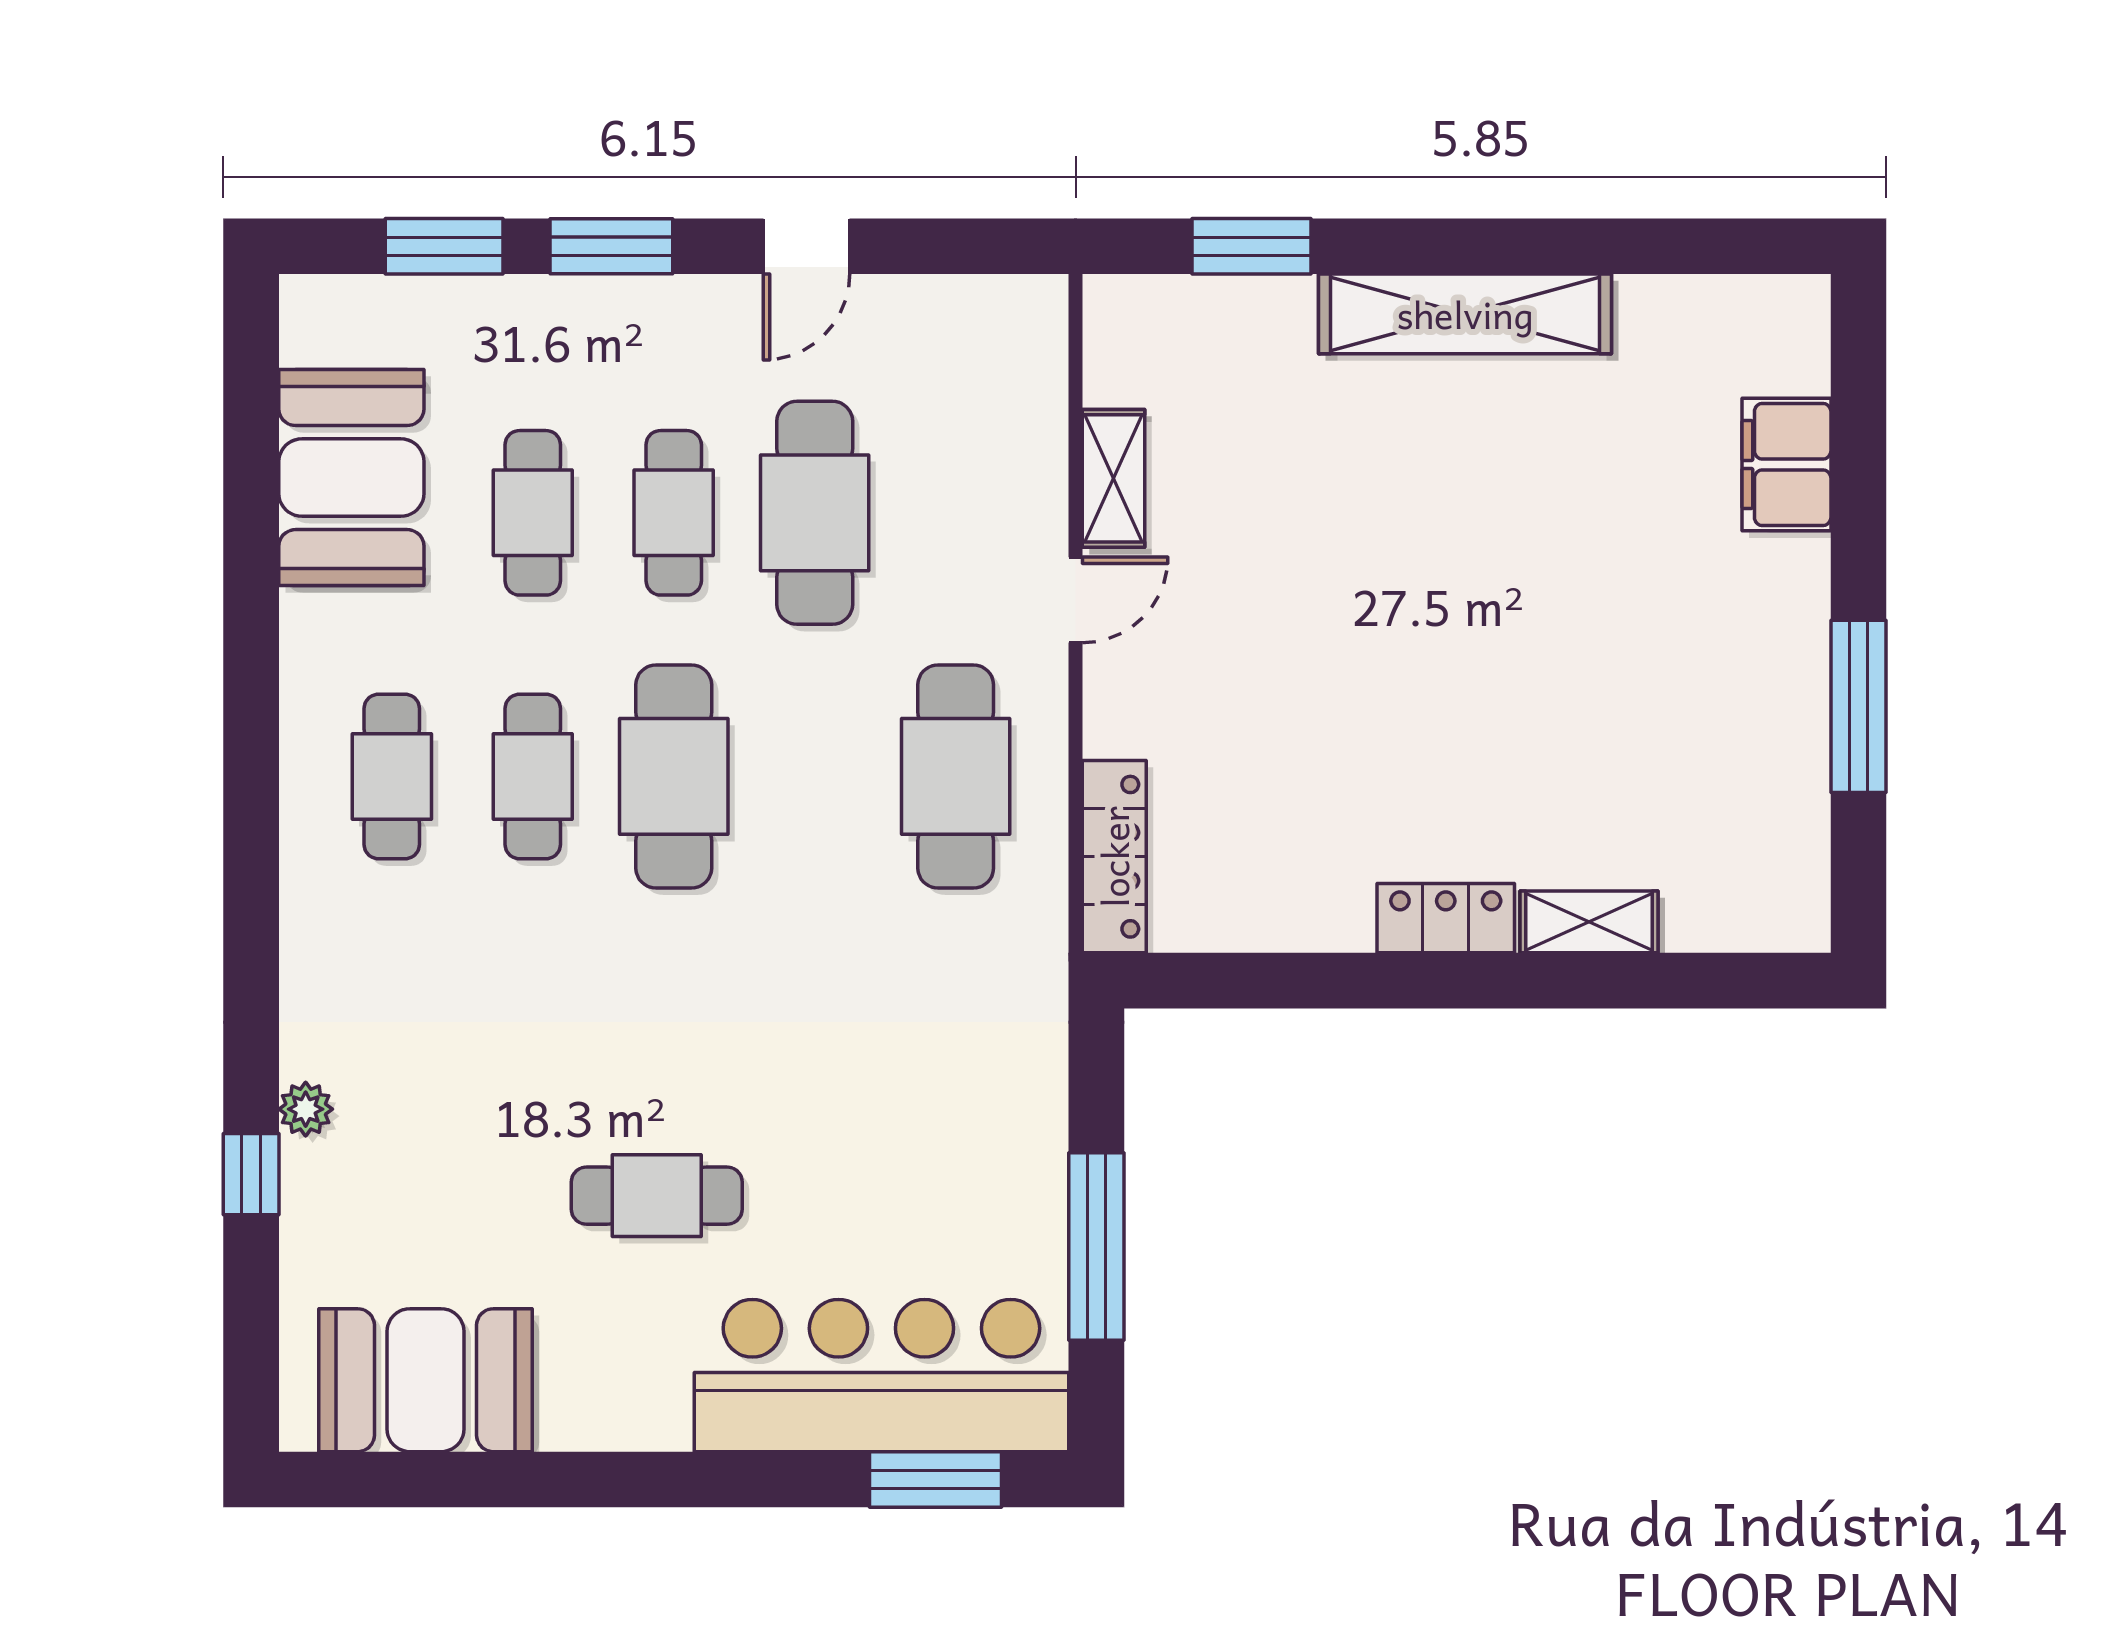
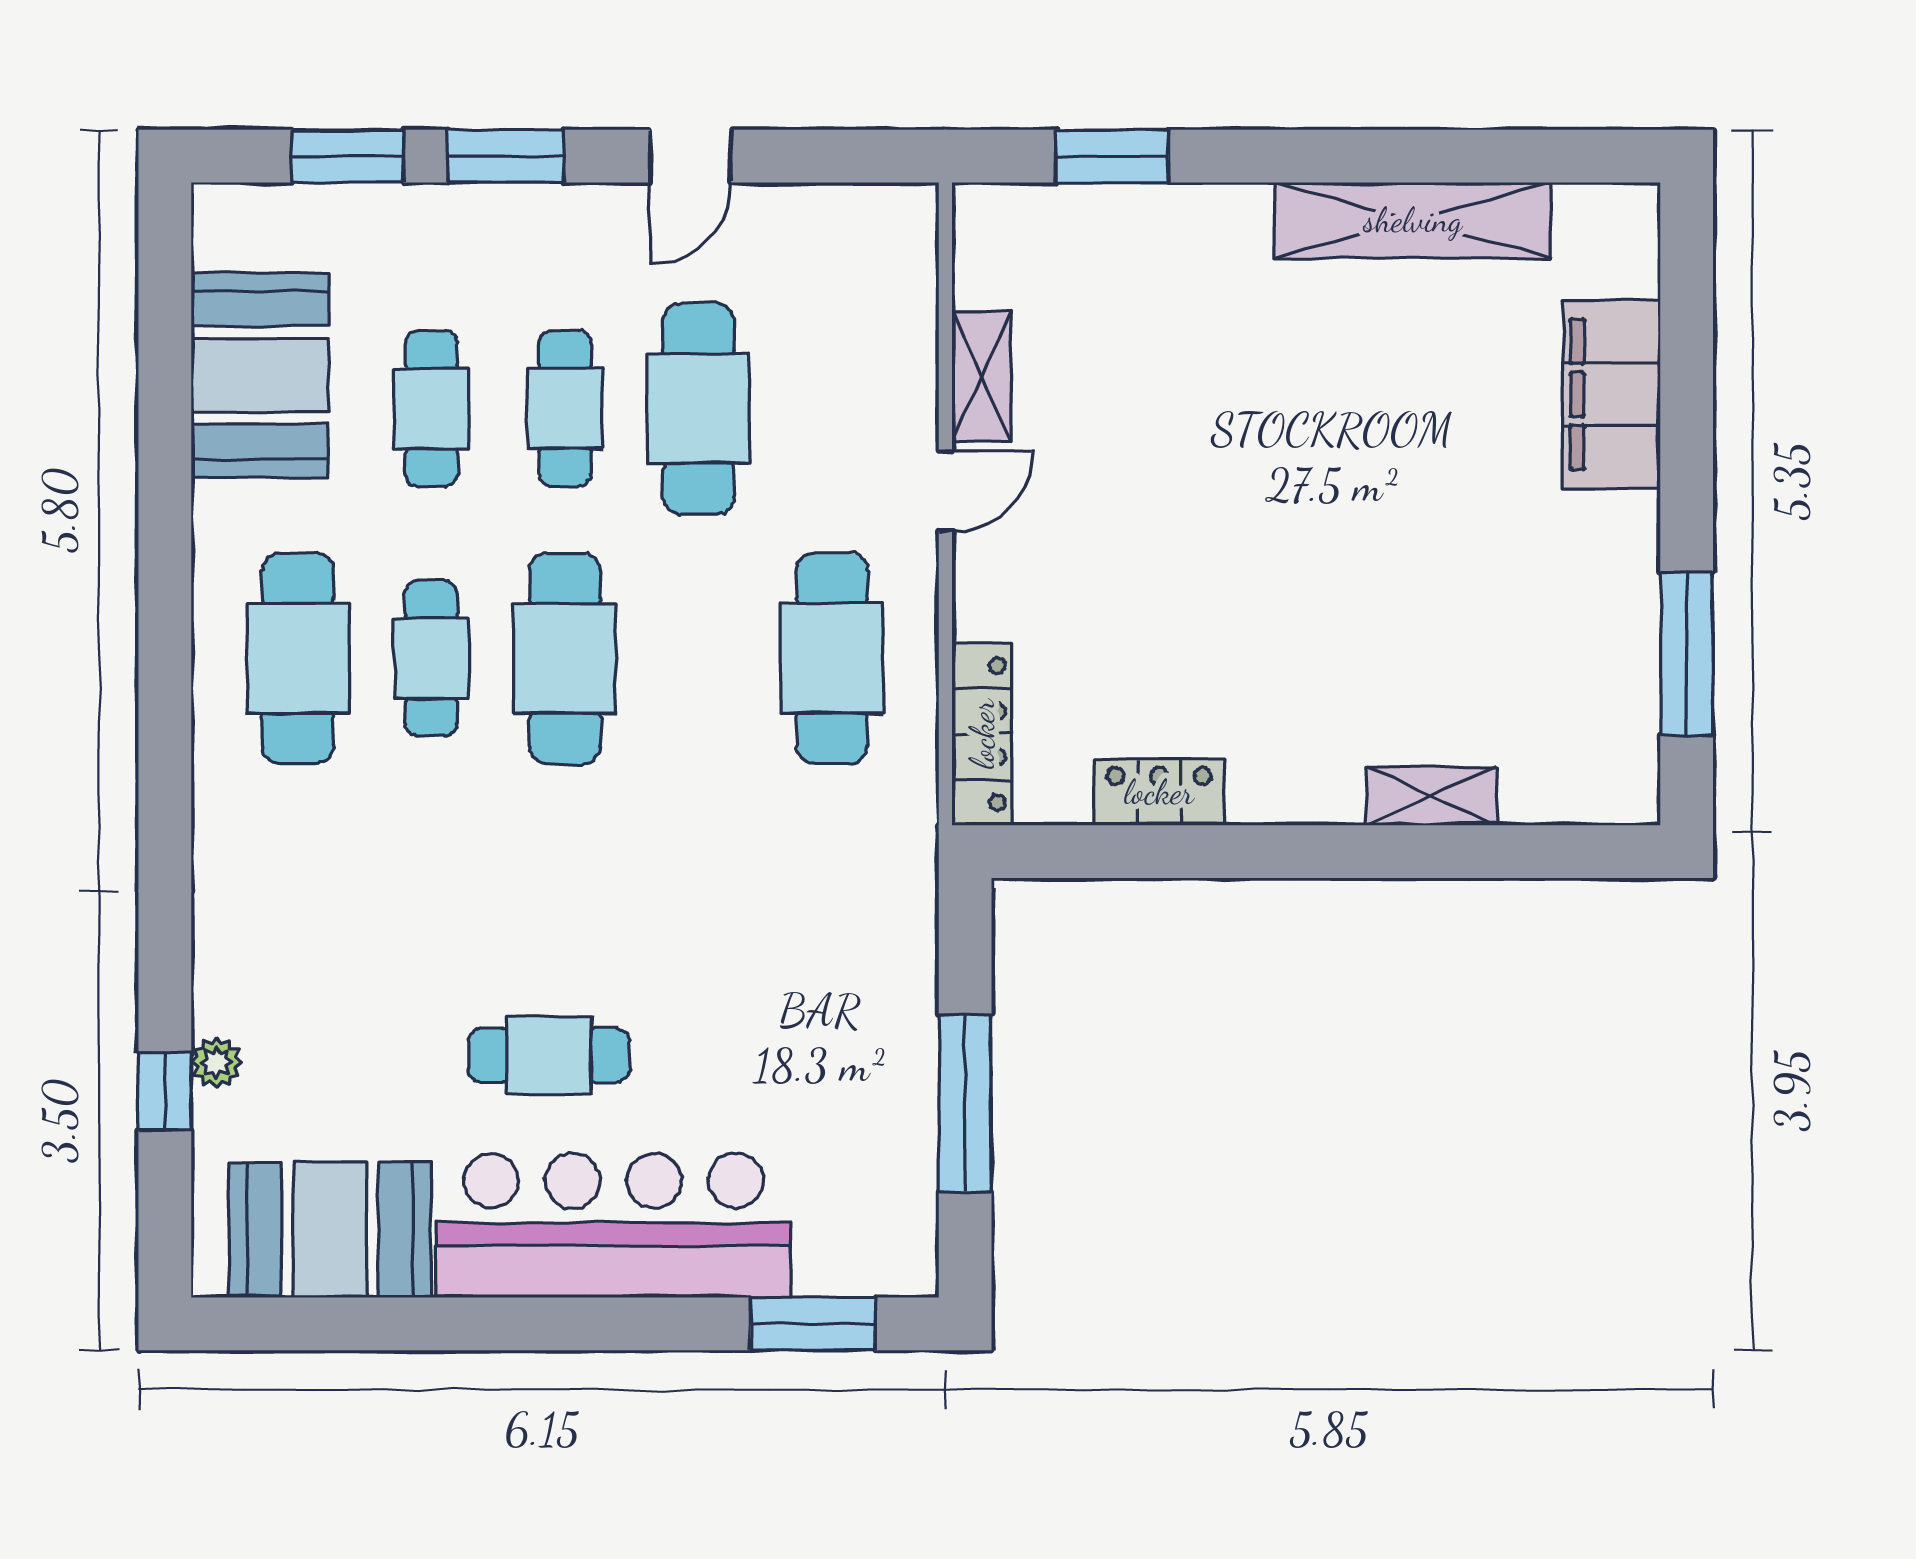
shelving: (1465, 314) -> (1413, 220), moved
filing cabinet: (1786, 464) -> (1612, 394), width x1.50, depth x1.17
window: (1858, 706) -> (1687, 654), moved
cafe table: (392, 776) -> (298, 658), width x1.37, depth x1.35
locker: (1446, 918) -> (1159, 792), moved
plant: (306, 1109) -> (216, 1062), moved
window: (251, 1174) -> (165, 1092), moved
bar counter: (881, 1376) -> (613, 1225), moved

